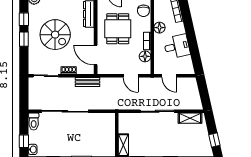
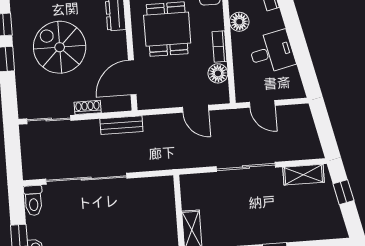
spiral stairs: (55, 35) -> (60, 47), turned 180
door: (96, 55) -> (132, 77), hinge flipped
window: (214, 140) -> (343, 192), moved

